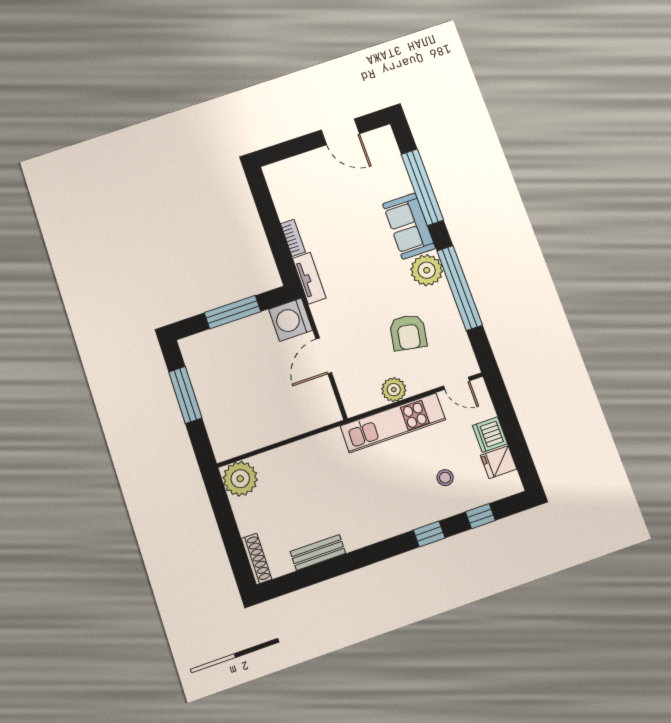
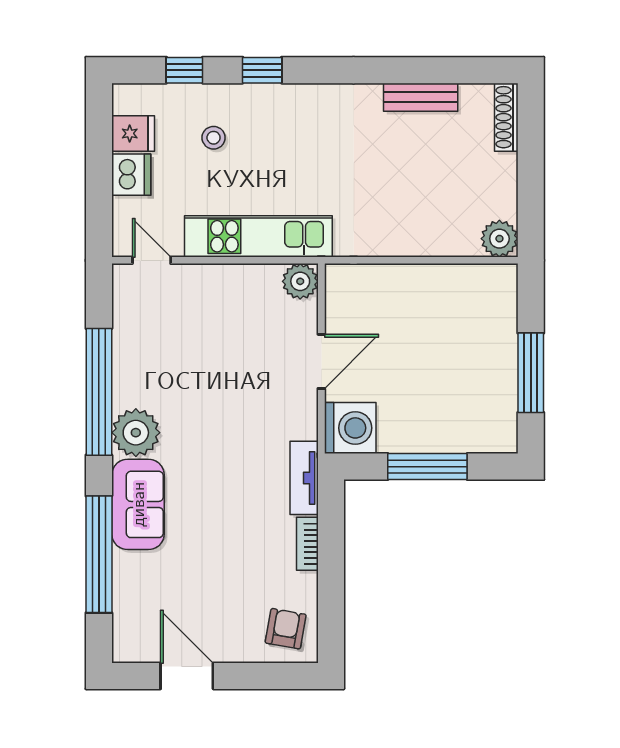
armchair: (408, 332) -> (286, 629), moved, width x0.72, depth x0.72
plant: (394, 390) -> (300, 281), moved
plant: (240, 479) -> (499, 239), width x0.73, depth x0.73

